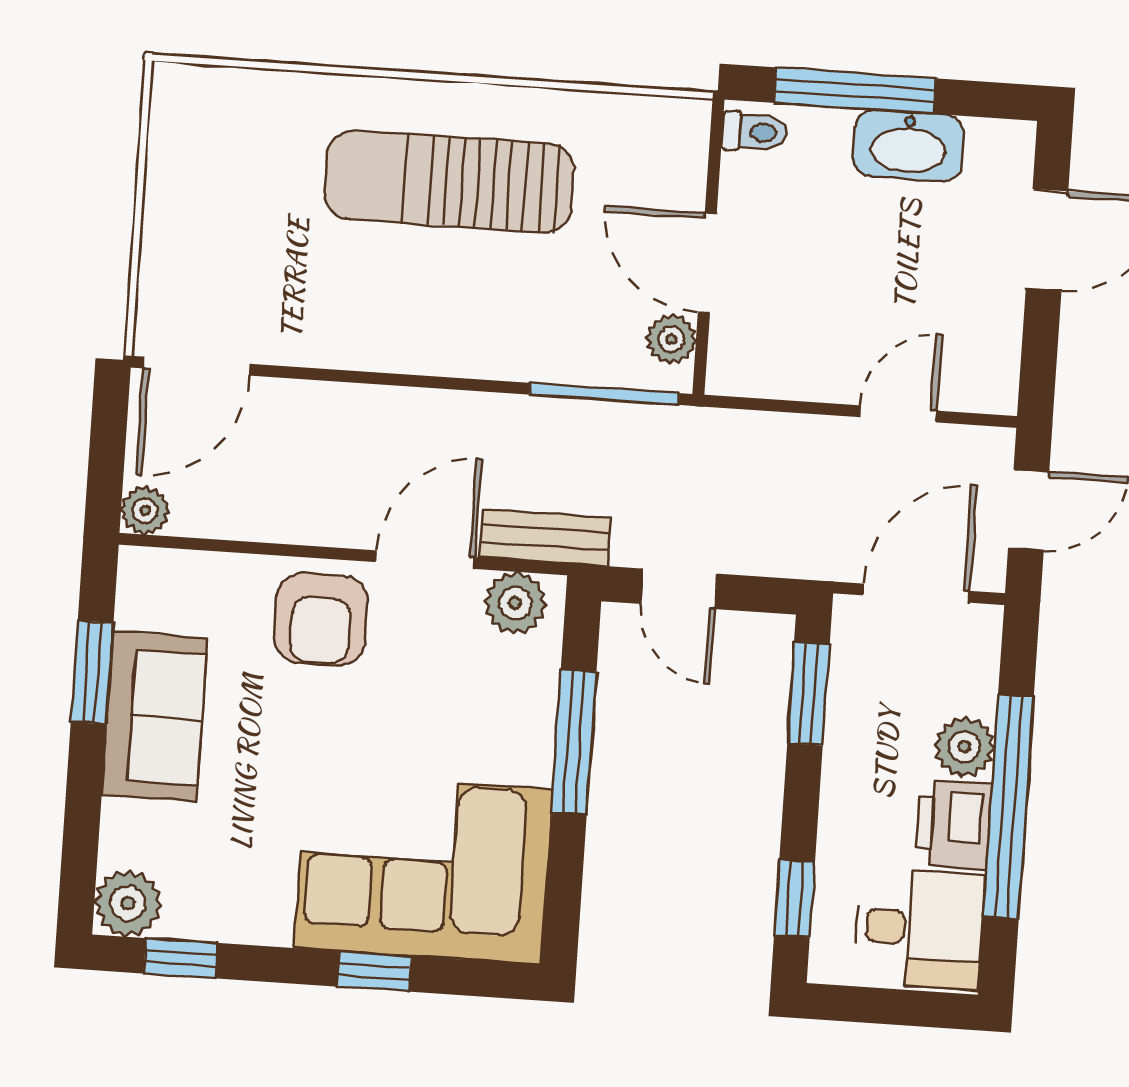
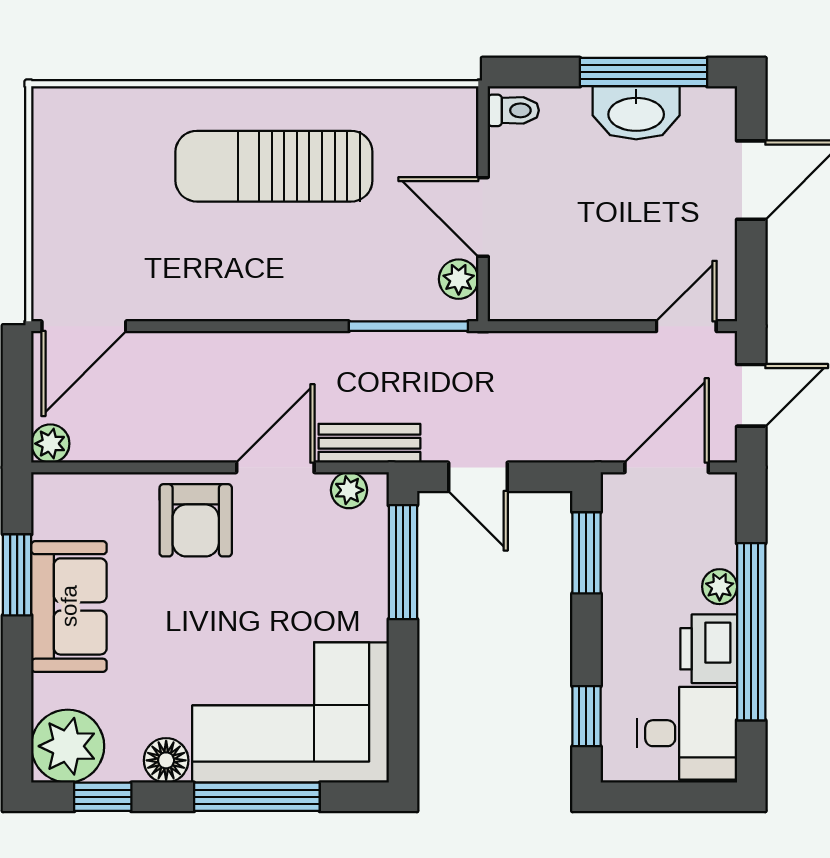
window: (855, 91) -> (644, 72), moved
door: (898, 414) -> (686, 326), moved
plant: (515, 603) -> (349, 490), width x0.73, depth x0.73
window: (574, 742) -> (403, 562), moved
plant: (964, 747) -> (720, 587), width x0.73, depth x0.73
plant: (128, 903) -> (68, 746), width x1.36, depth x1.36
floor lamp: (263, 918) -> (166, 760), added
window: (374, 971) -> (257, 797), width x2.17

